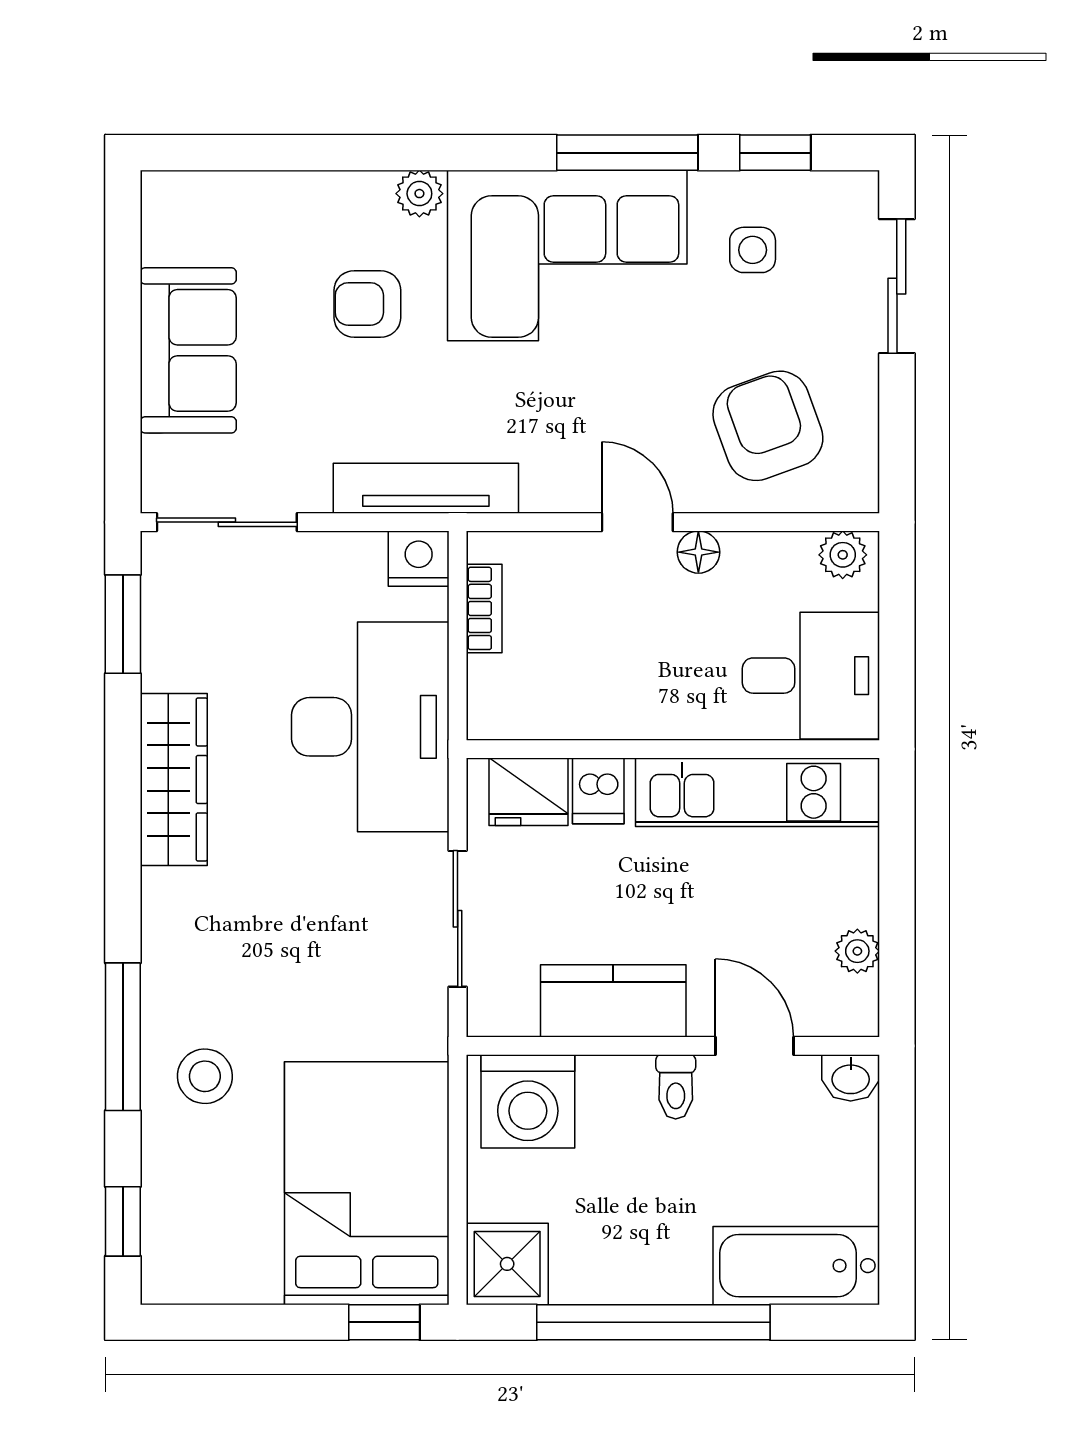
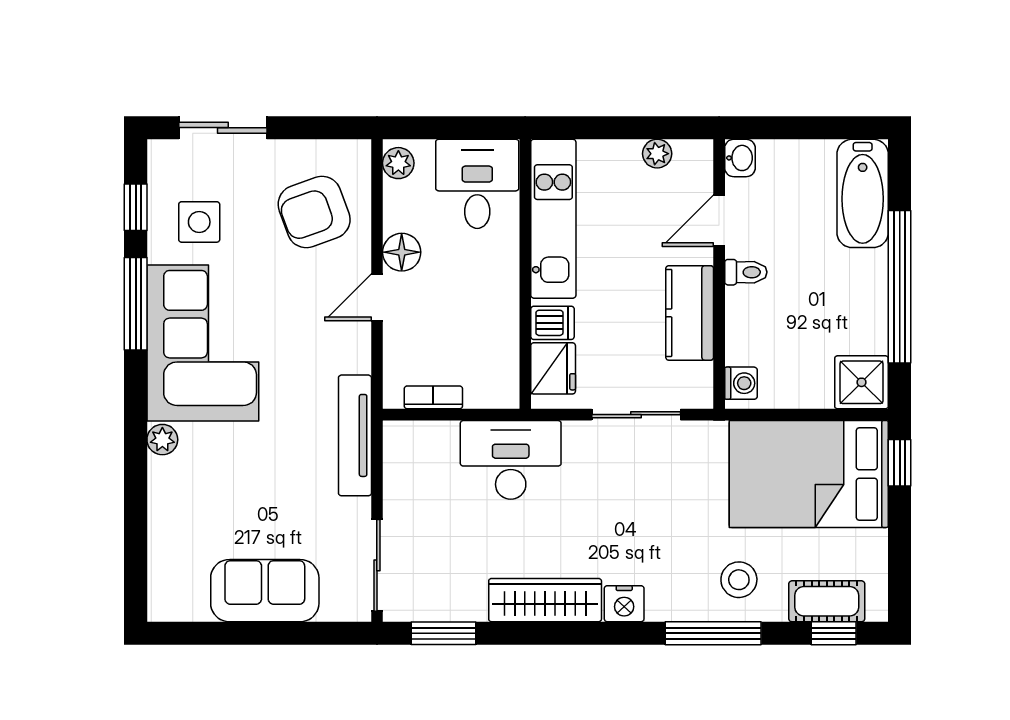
side table: (753, 250) -> (199, 222), width x1.37, depth x1.37
armchair: (367, 304) -> (234, 474), removed
floor lamp: (698, 552) -> (402, 252), width x1.37, depth x1.37
nightstand: (419, 559) -> (624, 604), moved, turned -90
desk: (370, 727) -> (511, 460), width x0.73, depth x0.77
washing machine: (528, 1101) -> (741, 383), width x0.53, depth x0.53
cot: (172, 1211) -> (827, 601), added

